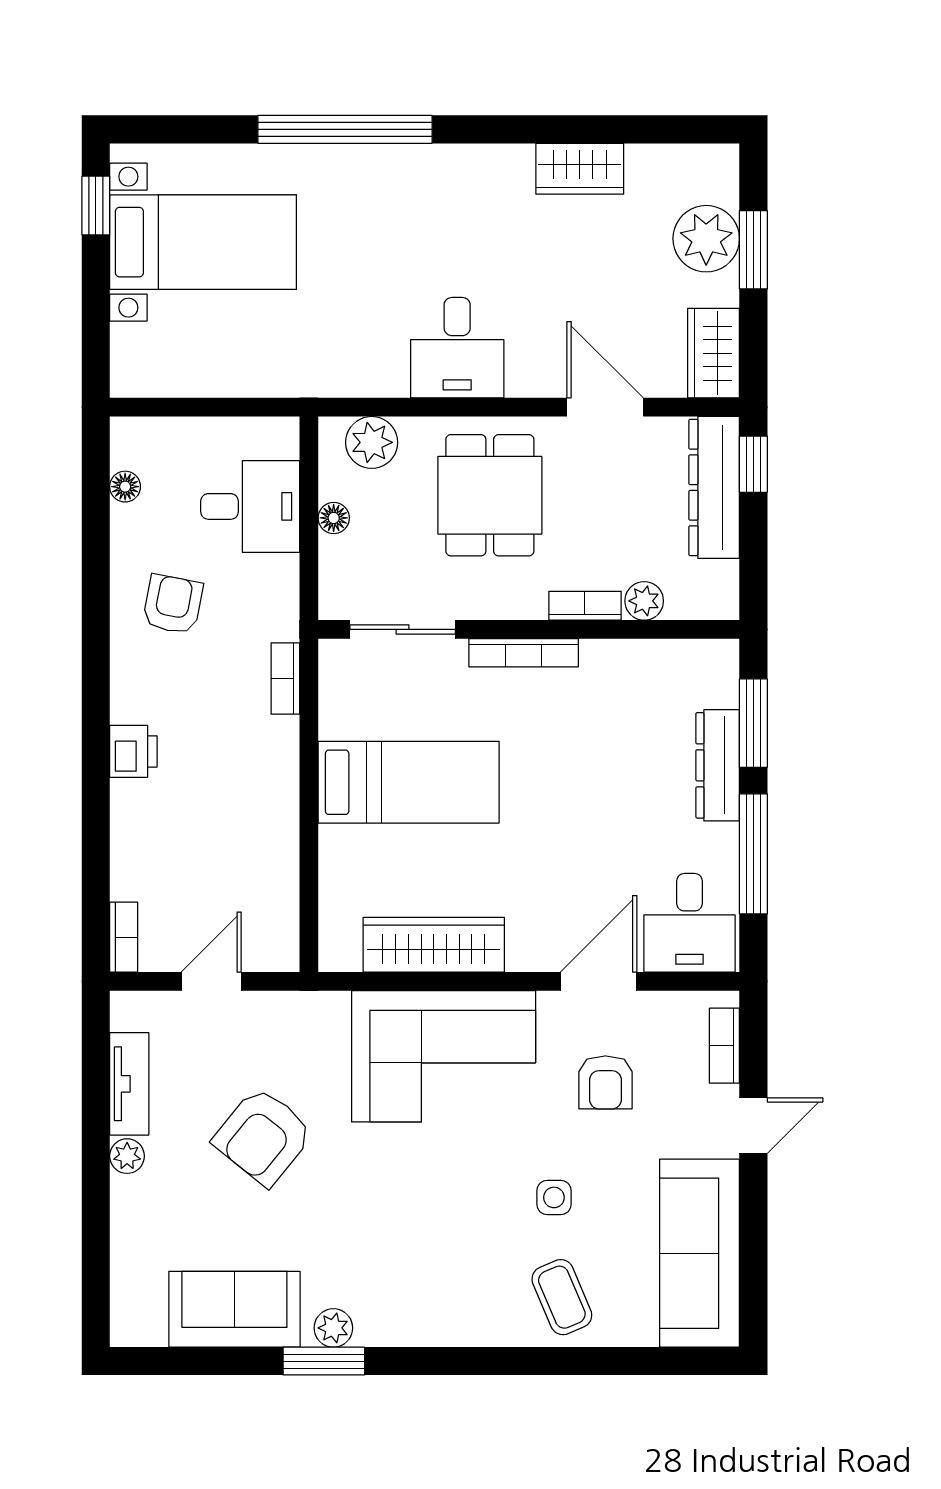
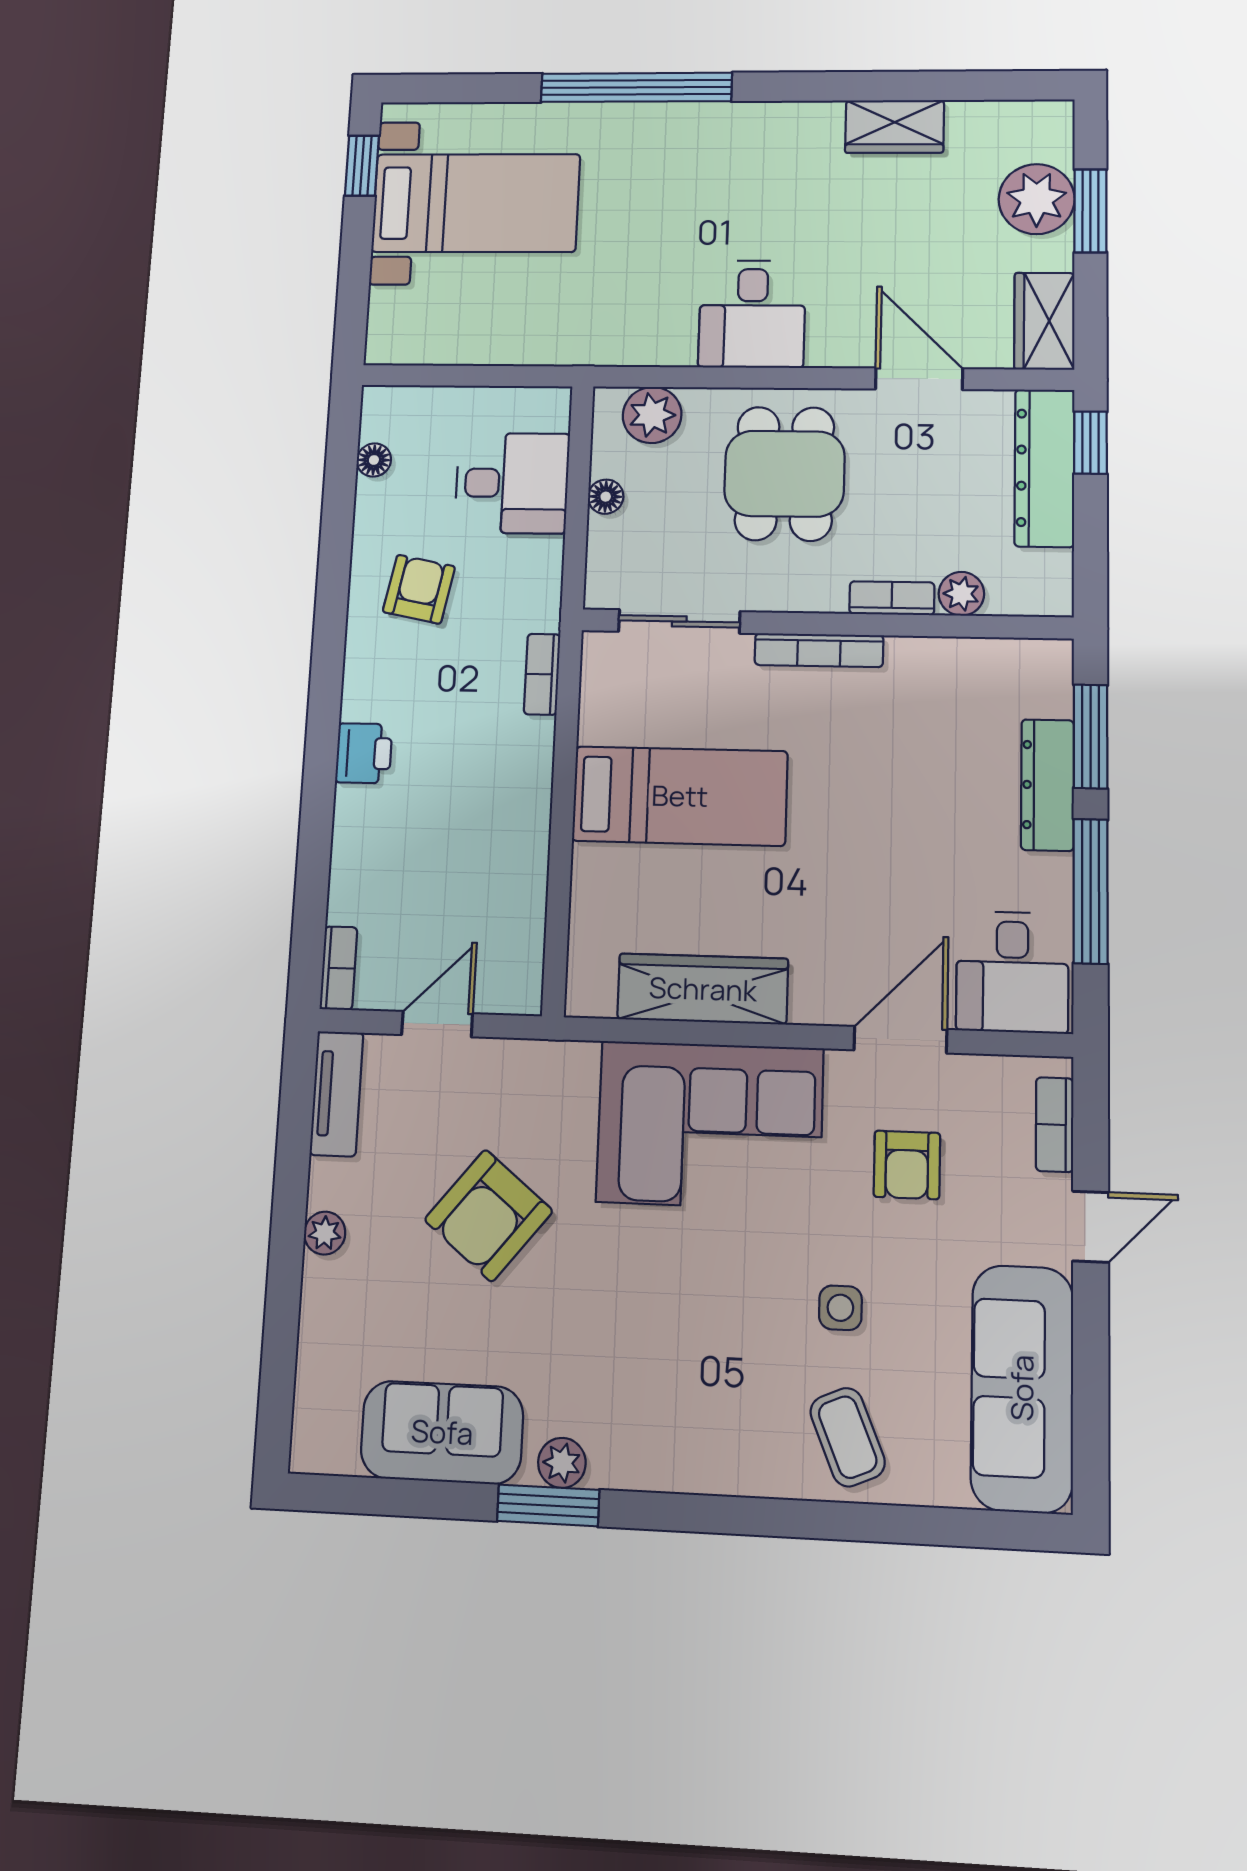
tv unit: (129, 1084) -> (337, 1094), moved

